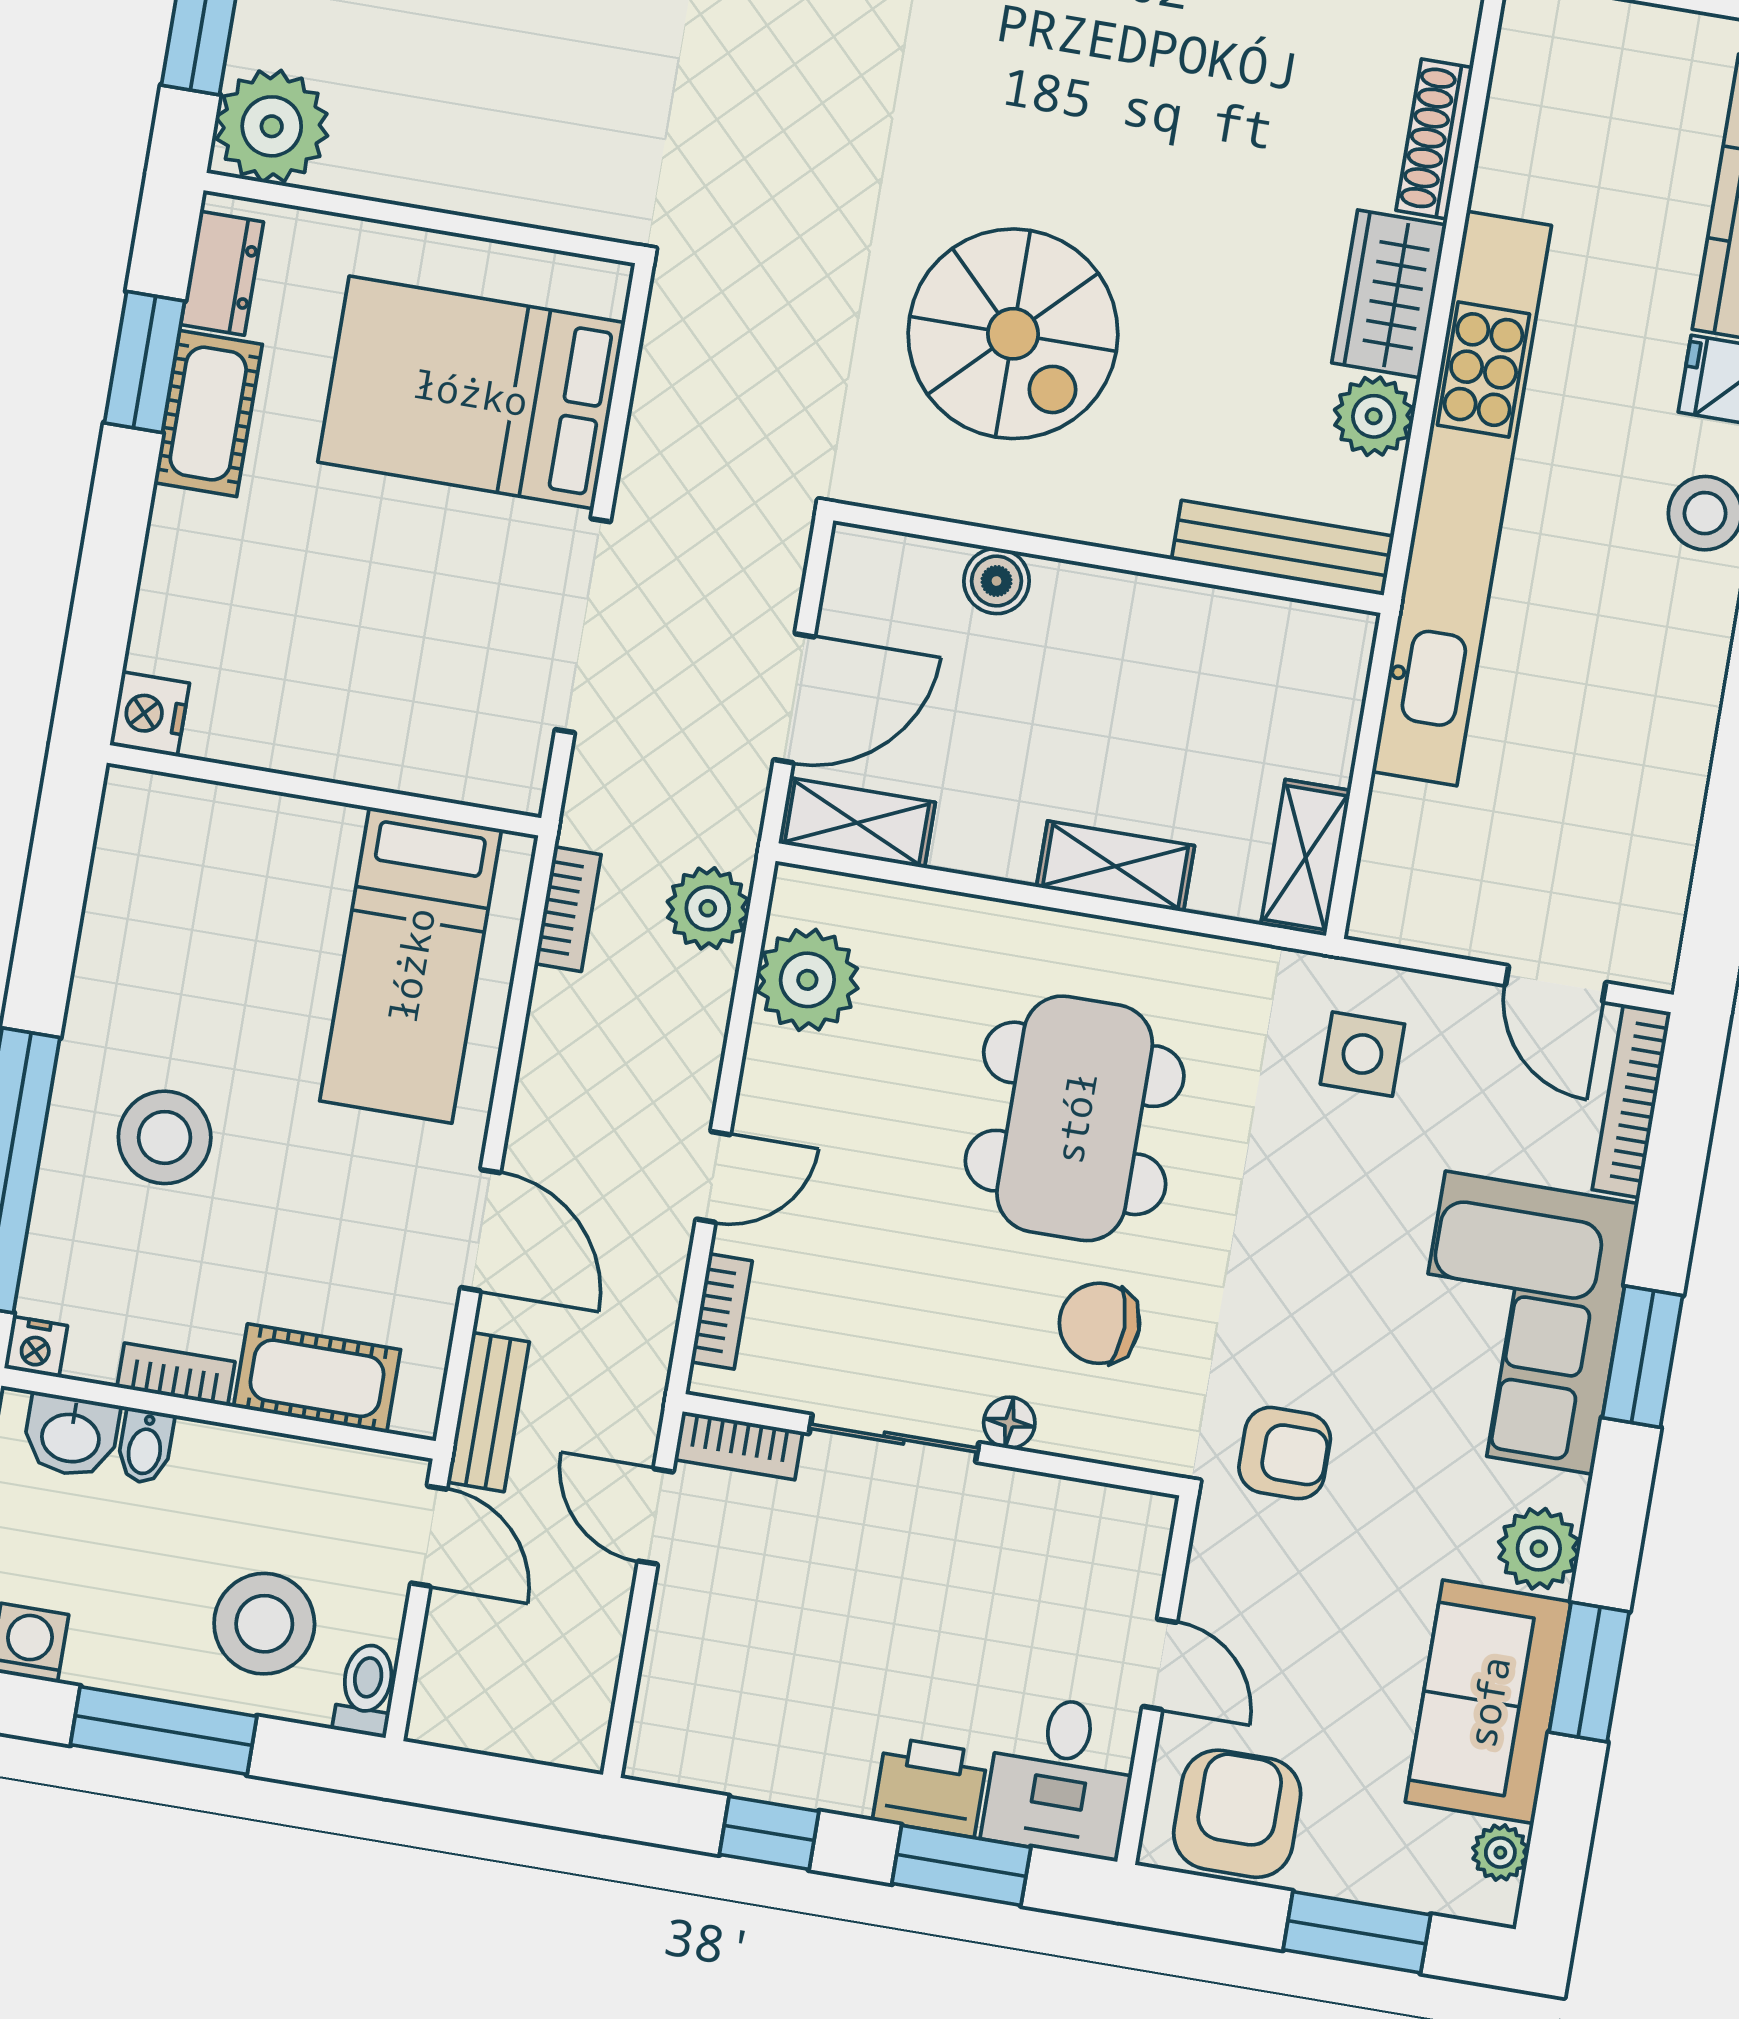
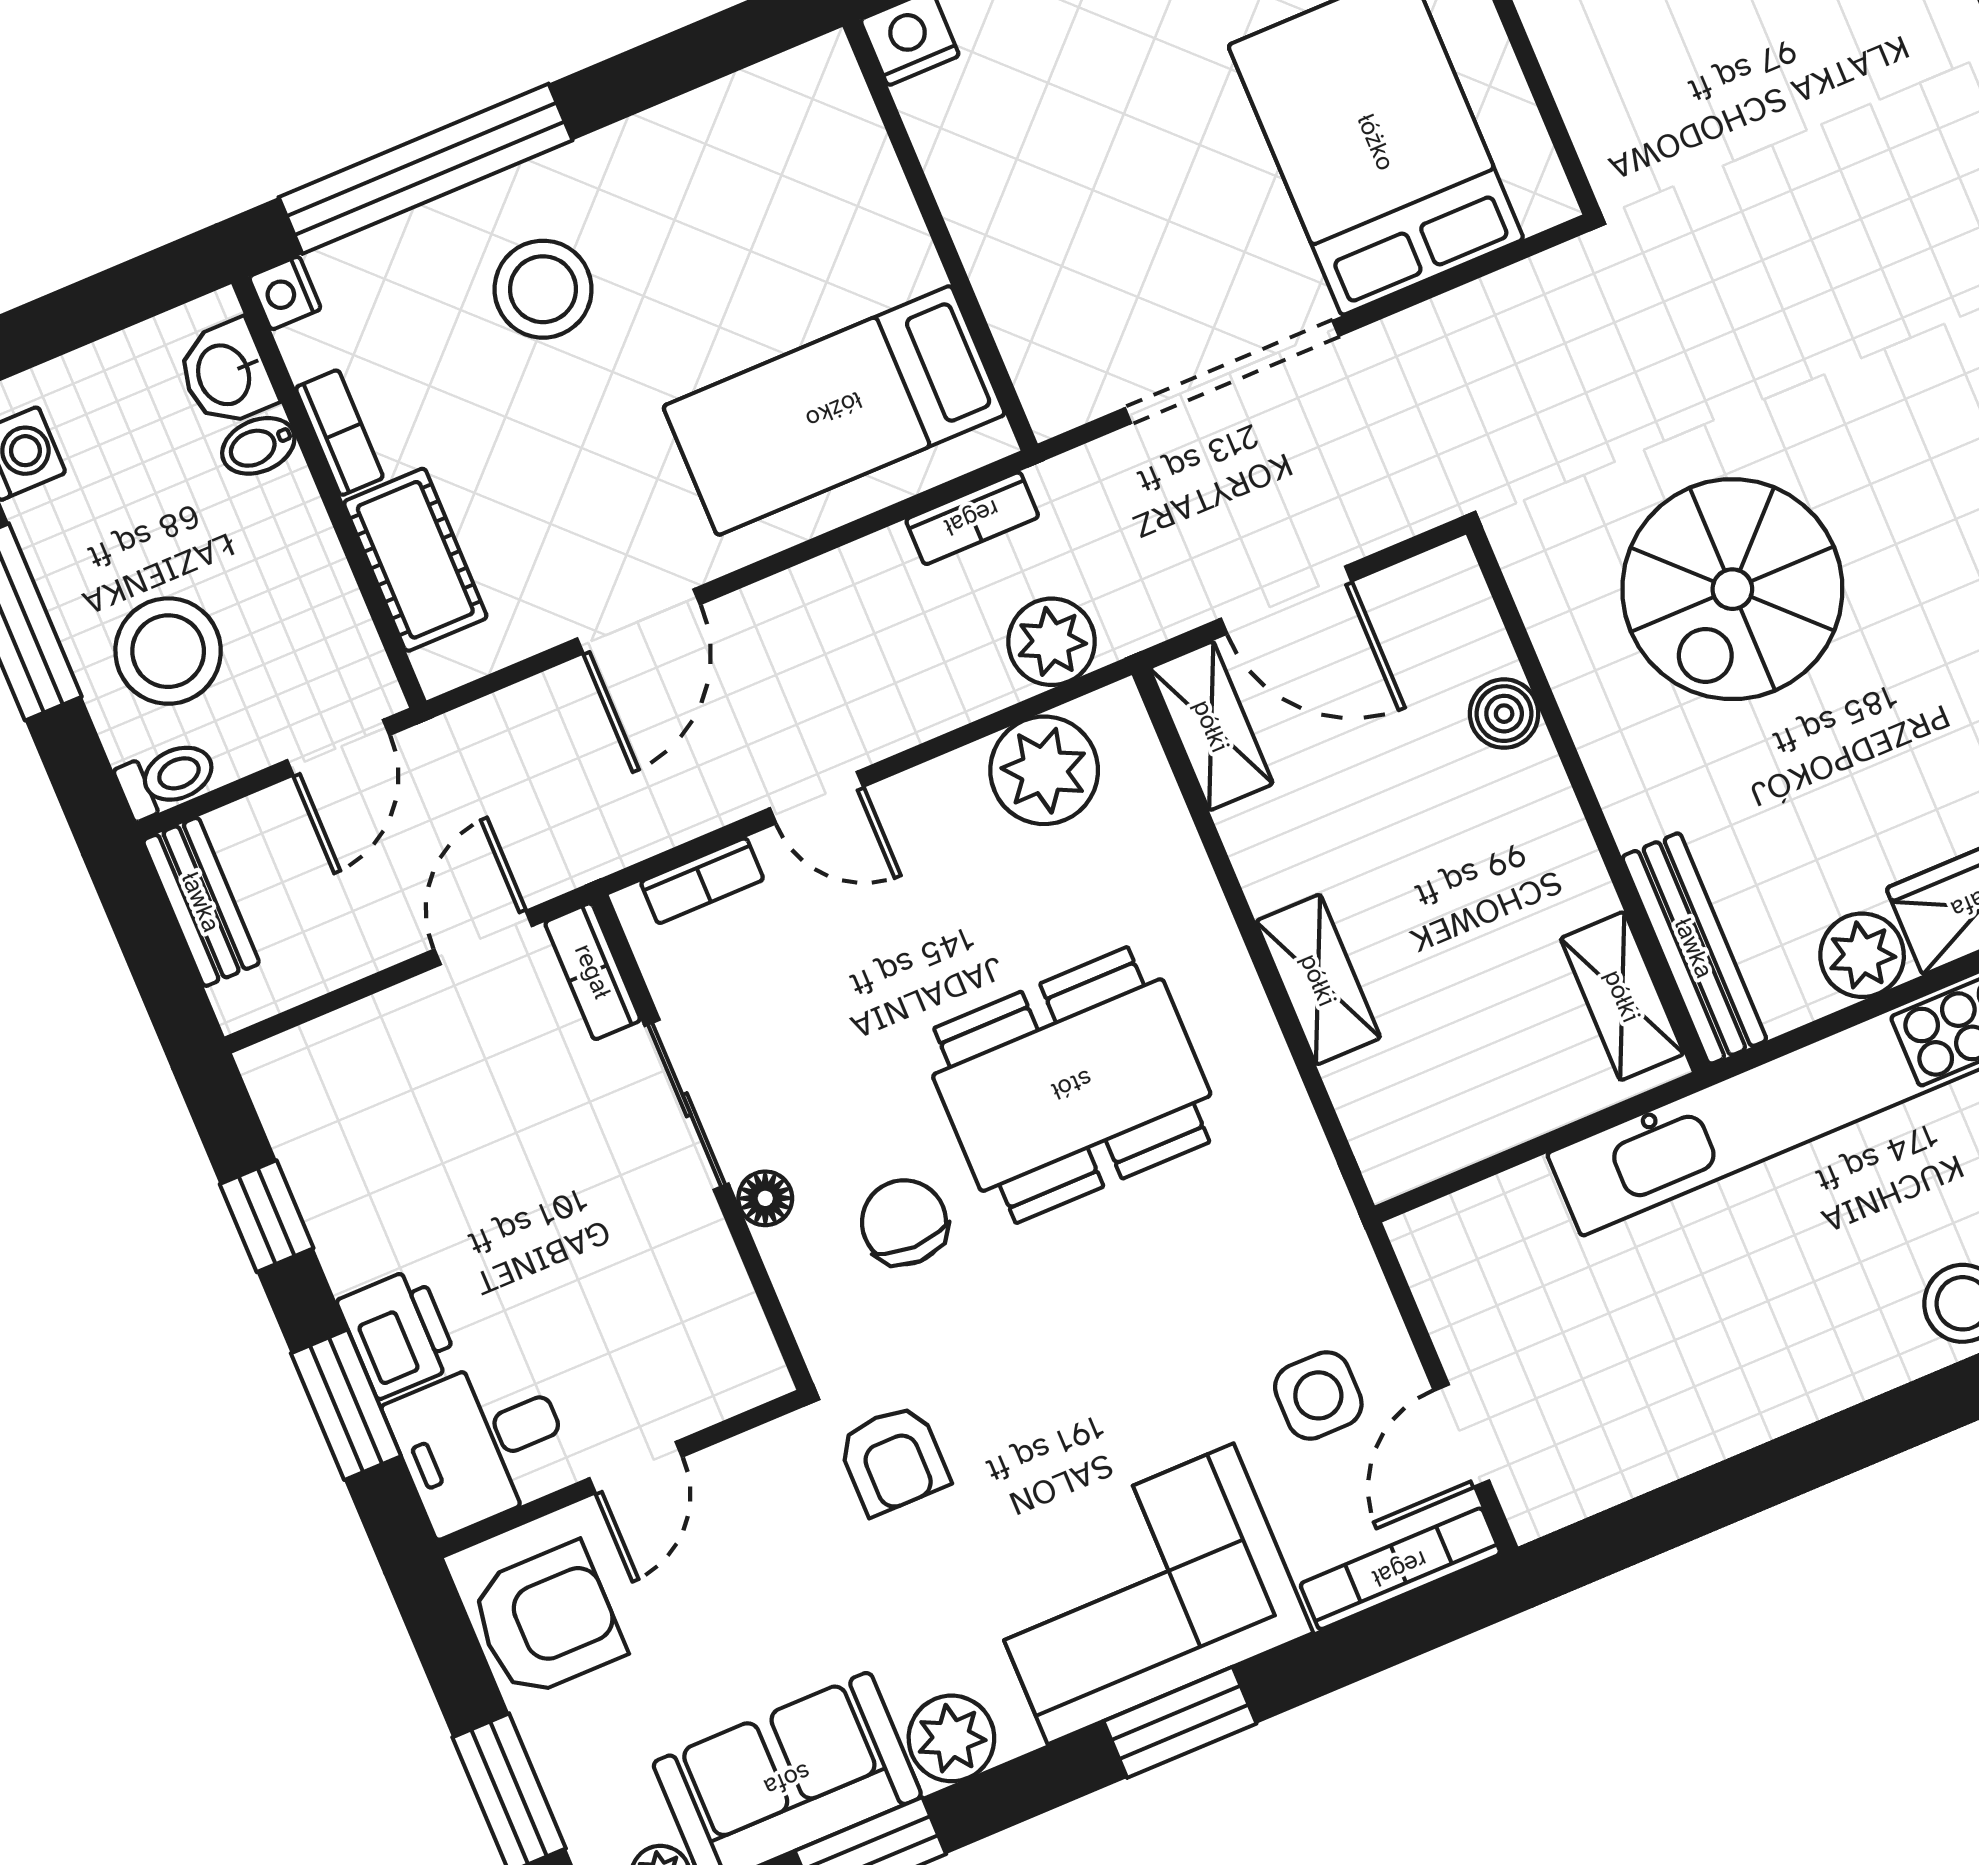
shelving: (1306, 858) -> (1622, 996), moved, turned 90
side table: (1362, 1054) -> (1318, 1395), moved
bench: (488, 1412) -> (201, 902), moved, turned 90

